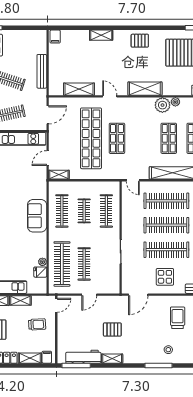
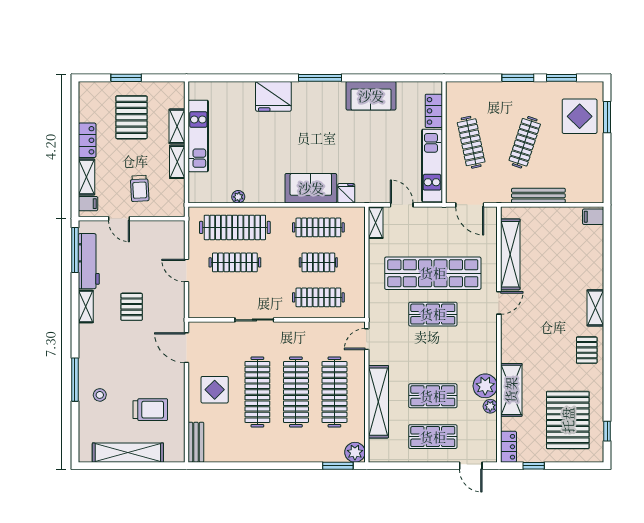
shelving: (101, 35) -> (595, 308), moved
shelving: (79, 89) -> (510, 254), width x1.47
shelving: (145, 89) -> (511, 390), moved
fridge: (40, 272) -> (346, 193), moved
door: (56, 305) -> (119, 219), moved

